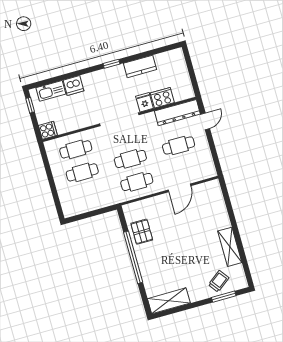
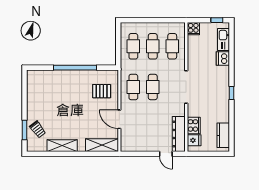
kitchen counter: (140, 66) -> (223, 135), moved
fridge: (145, 102) -> (194, 140), moved
cafe table: (179, 145) -> (133, 46), moved
pallet: (142, 232) -> (102, 91), moved
shelving: (169, 301) -> (102, 145), moved, turned 90

